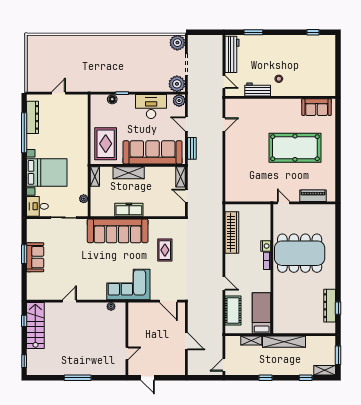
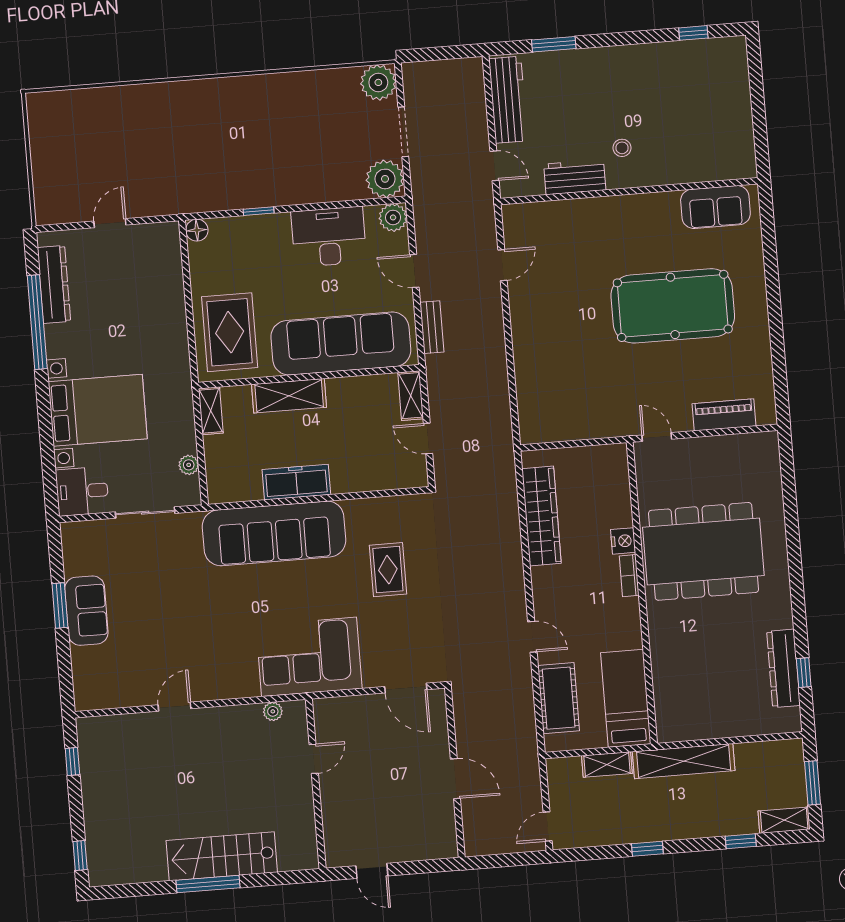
floor lamp: (112, 99) -> (197, 230), moved
stairs: (35, 325) -> (222, 856), moved, turned -90
door: (127, 353) -> (314, 759), moved

